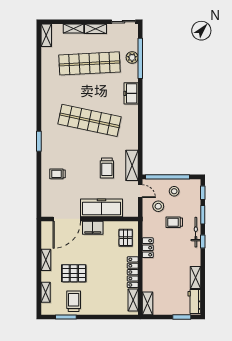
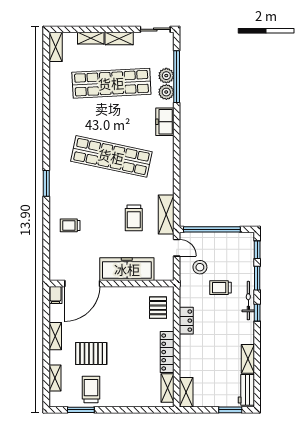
plant: (132, 70) -> (166, 92), added
stool: (174, 191) -> (220, 248), removed
filing cabinet: (93, 228) -> (55, 295), moved, width x0.50

